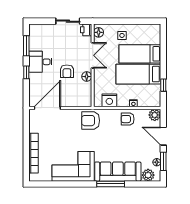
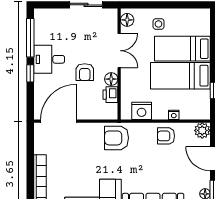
printer: (86, 30) -> (110, 95), moved
window: (26, 46) -> (30, 38), width x1.44

